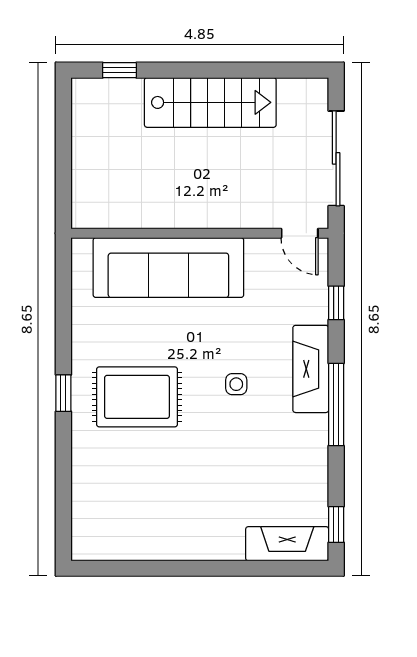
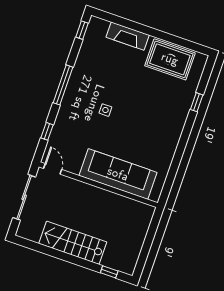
fireplace: (311, 369) -> (69, 105), removed
window: (63, 393) -> (197, 102), moved
rug: (137, 397) -> (170, 59), moved
fireplace: (287, 544) -> (128, 36), moved

